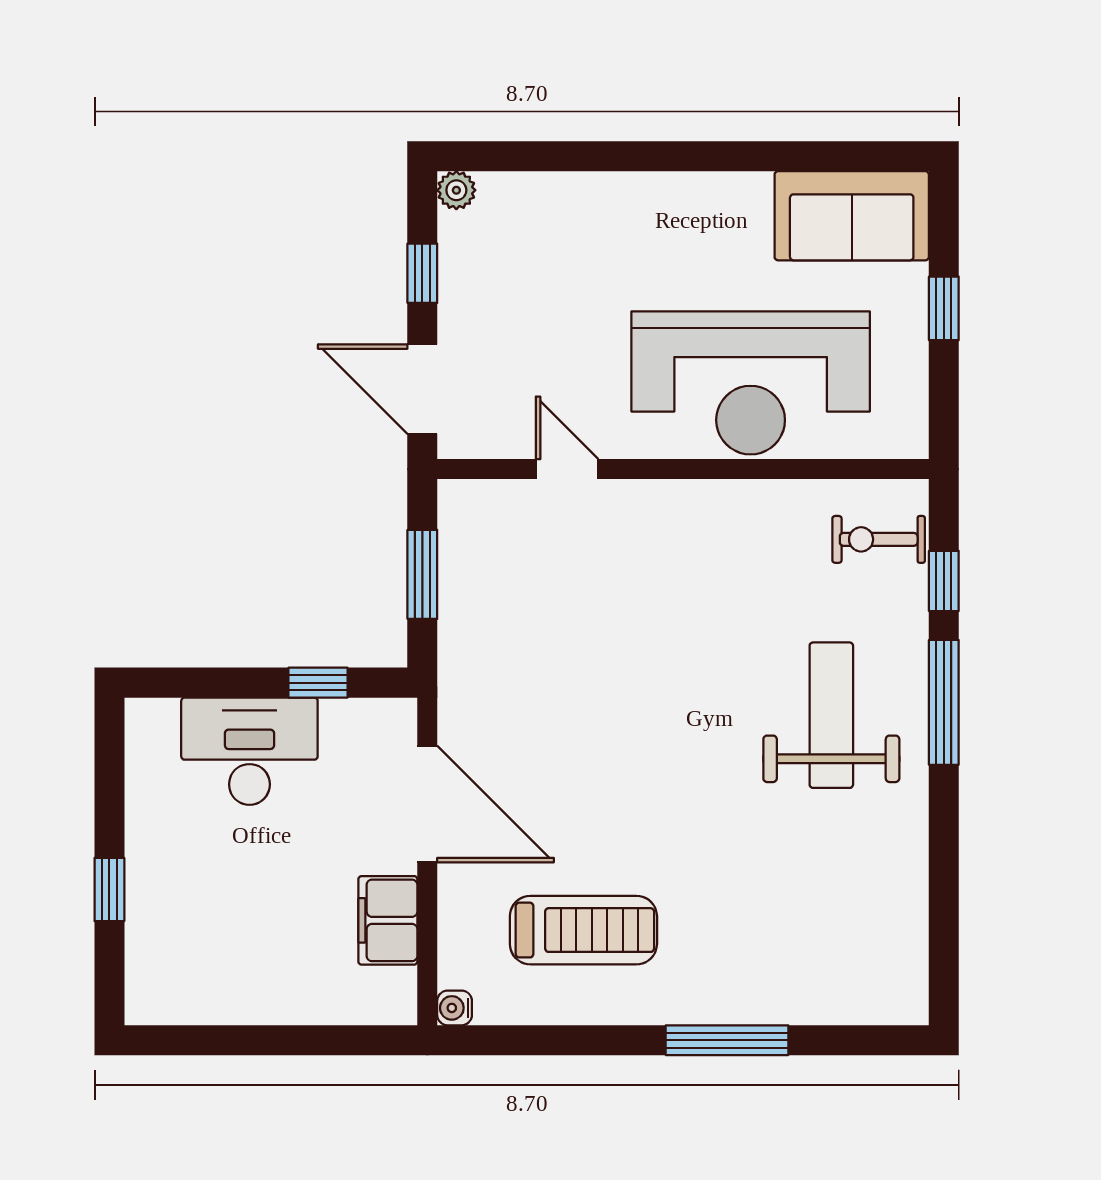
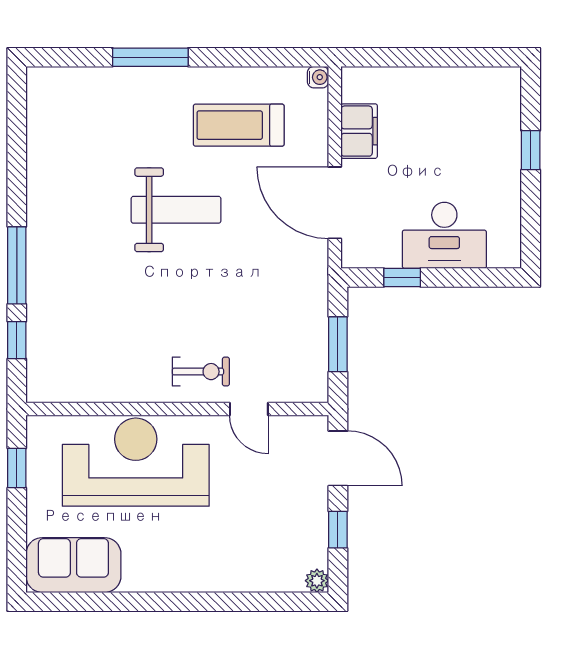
window: (944, 308) -> (17, 468), moved
exercise bike: (879, 539) -> (201, 372), moved
weight bench: (831, 715) -> (176, 210), moved, turned -90

